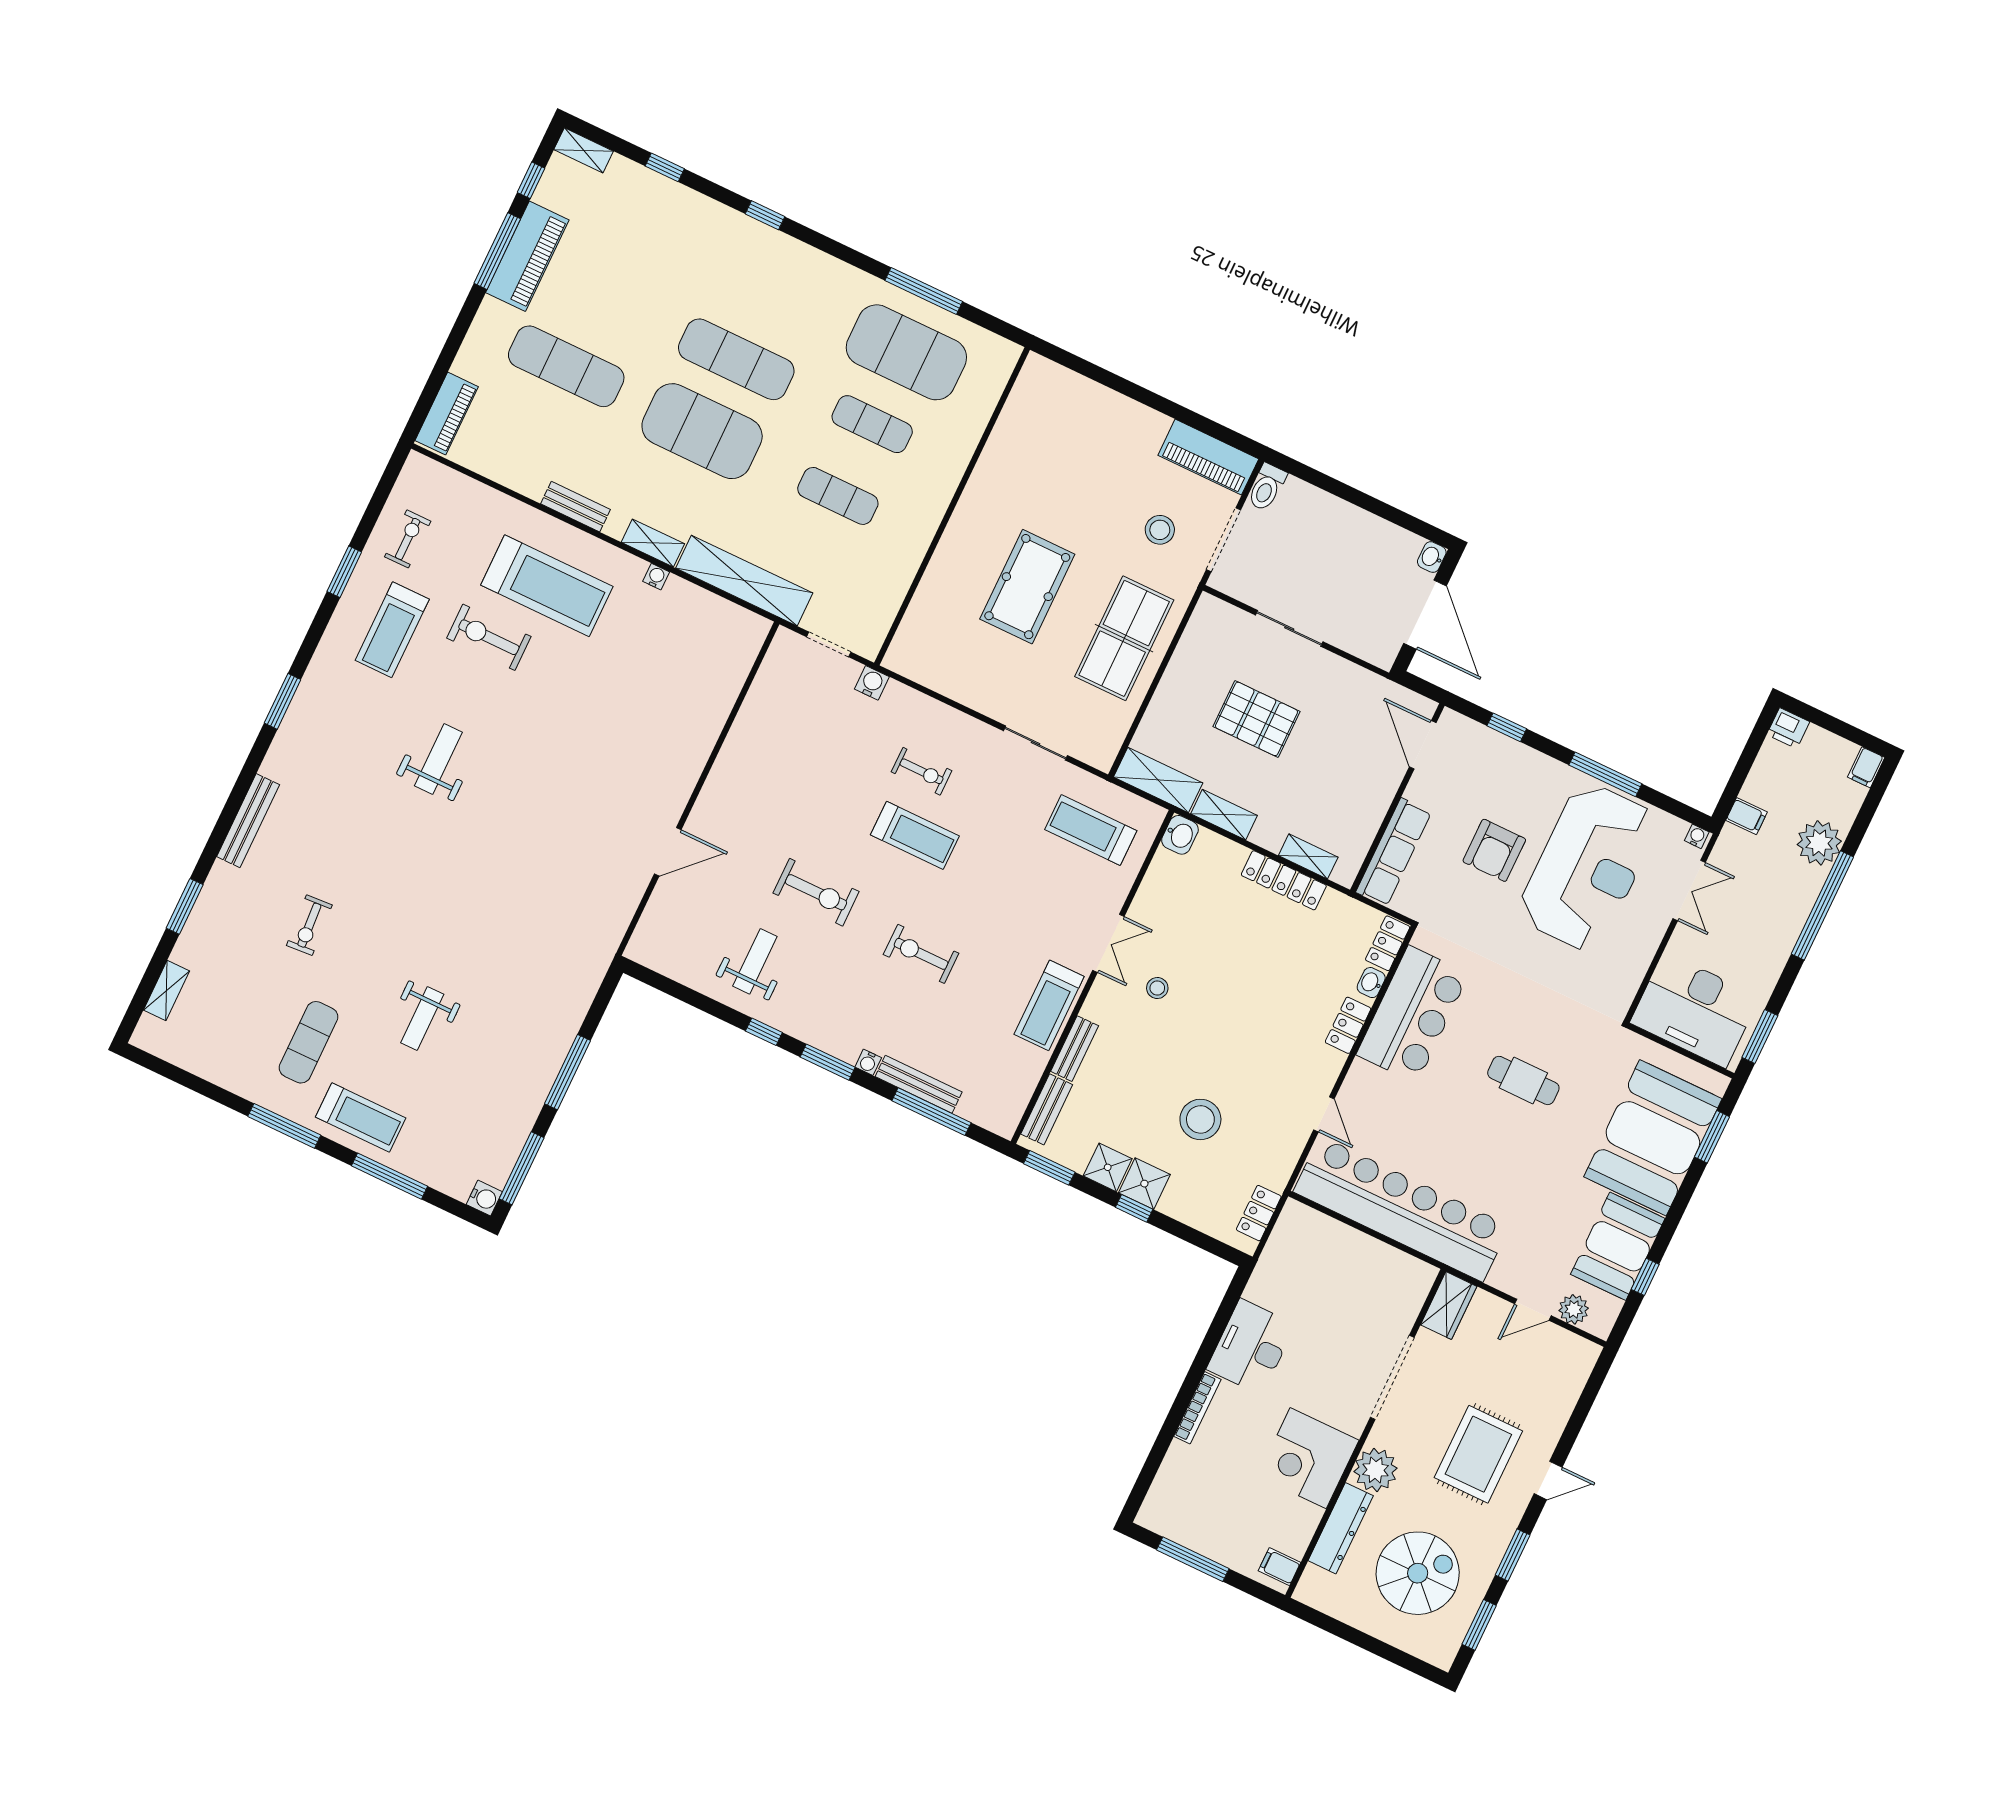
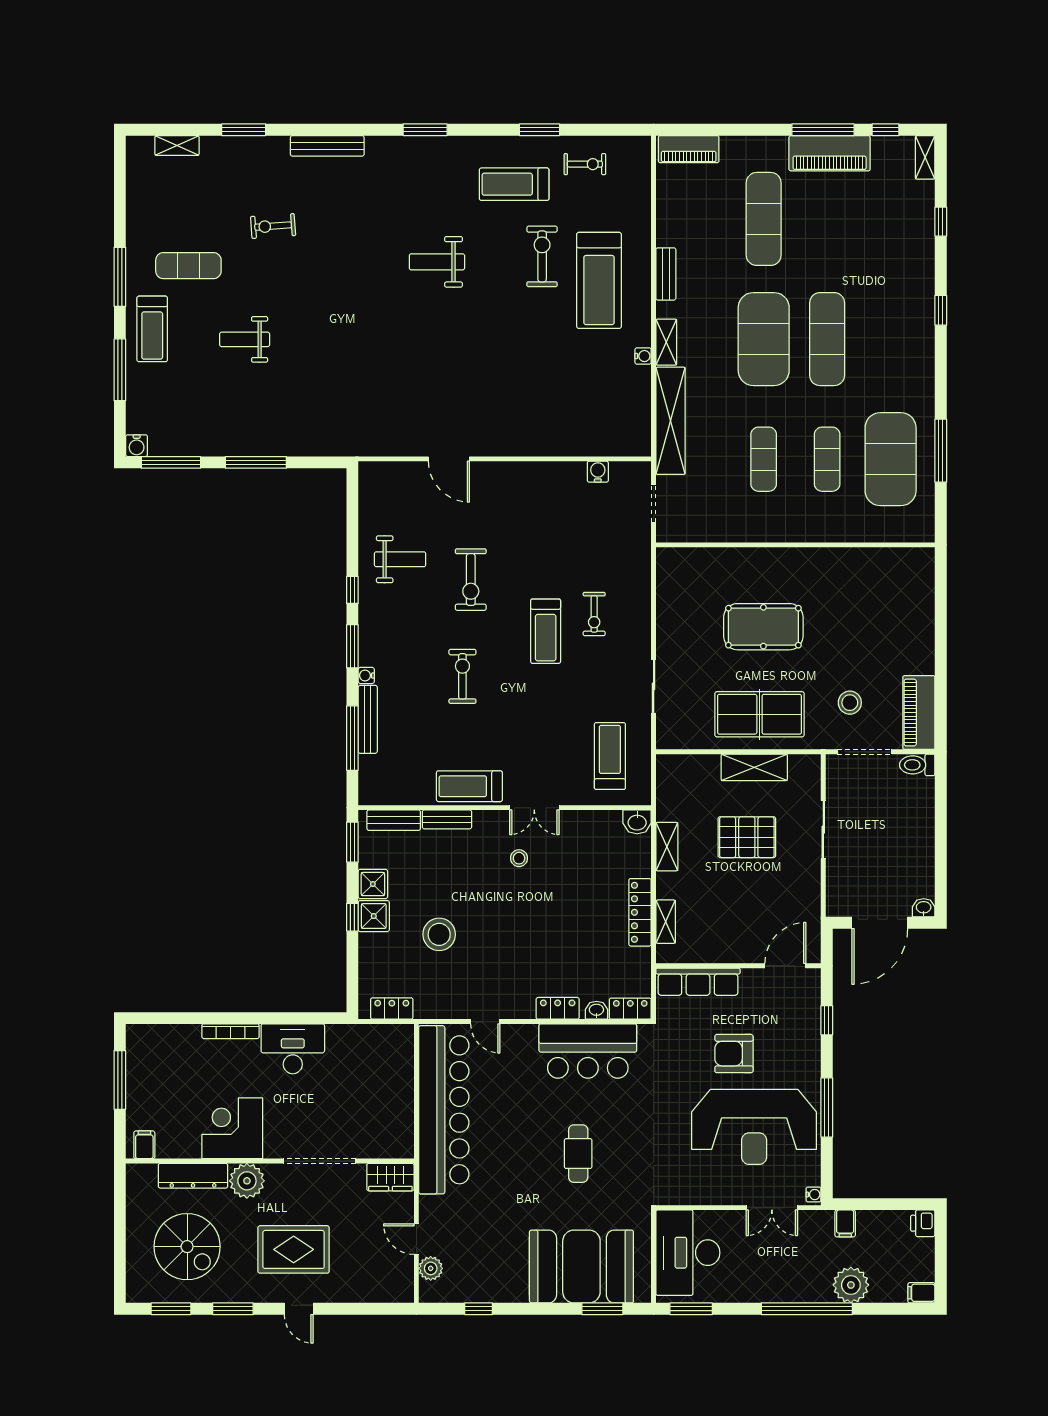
water cooler: (872, 683) -> (598, 472), moved, turned -90
pallet: (1256, 719) -> (747, 837), turned 90
weight bench: (438, 759) -> (437, 262), turned 180
shelving: (1158, 780) -> (754, 767), moved, turned 90
door: (1324, 1114) -> (485, 1022), hinge flipped
booth: (1618, 1246) -> (491, 1278), removed

